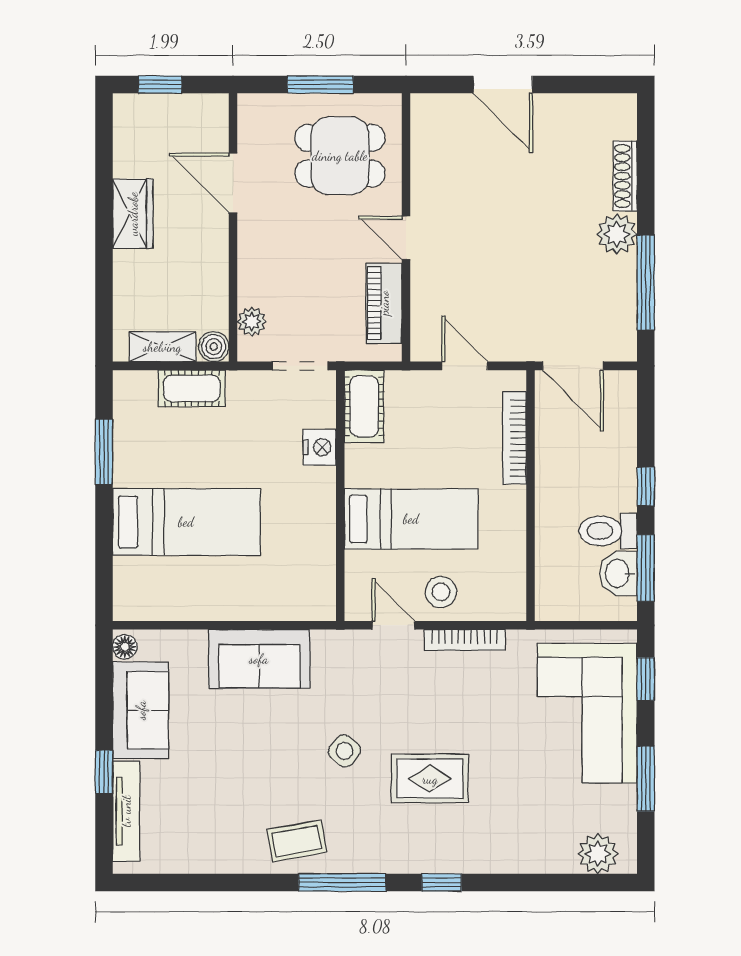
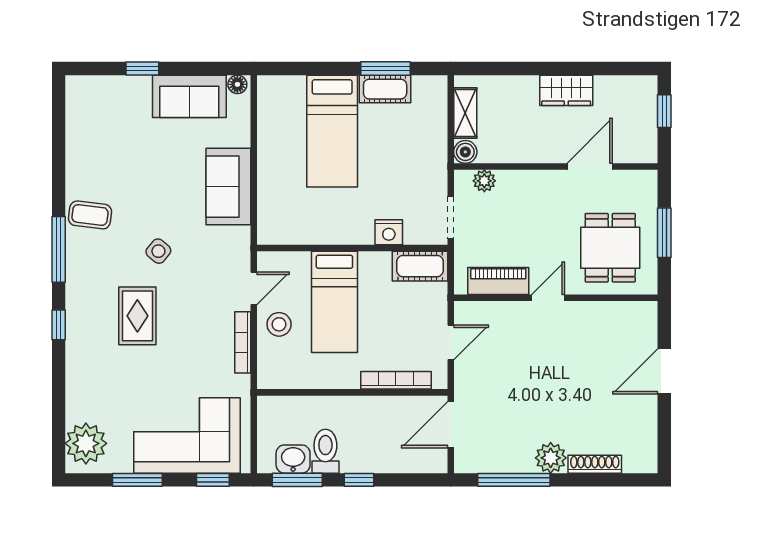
cot: (192, 388) -> (385, 89), moved, turned 90
tv unit: (126, 811) -> (113, 85), removed
coffee table: (297, 841) -> (90, 215), turned -73
plant: (598, 854) -> (86, 443), width x1.36, depth x1.36

